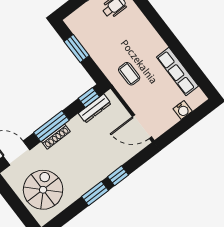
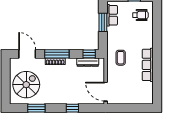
row of seats: (81, 32) -> (112, 15), added
row of seats: (178, 71) -> (148, 65), moved
water cooler: (183, 110) -> (135, 99), removed
window: (95, 193) -> (36, 108), moved

